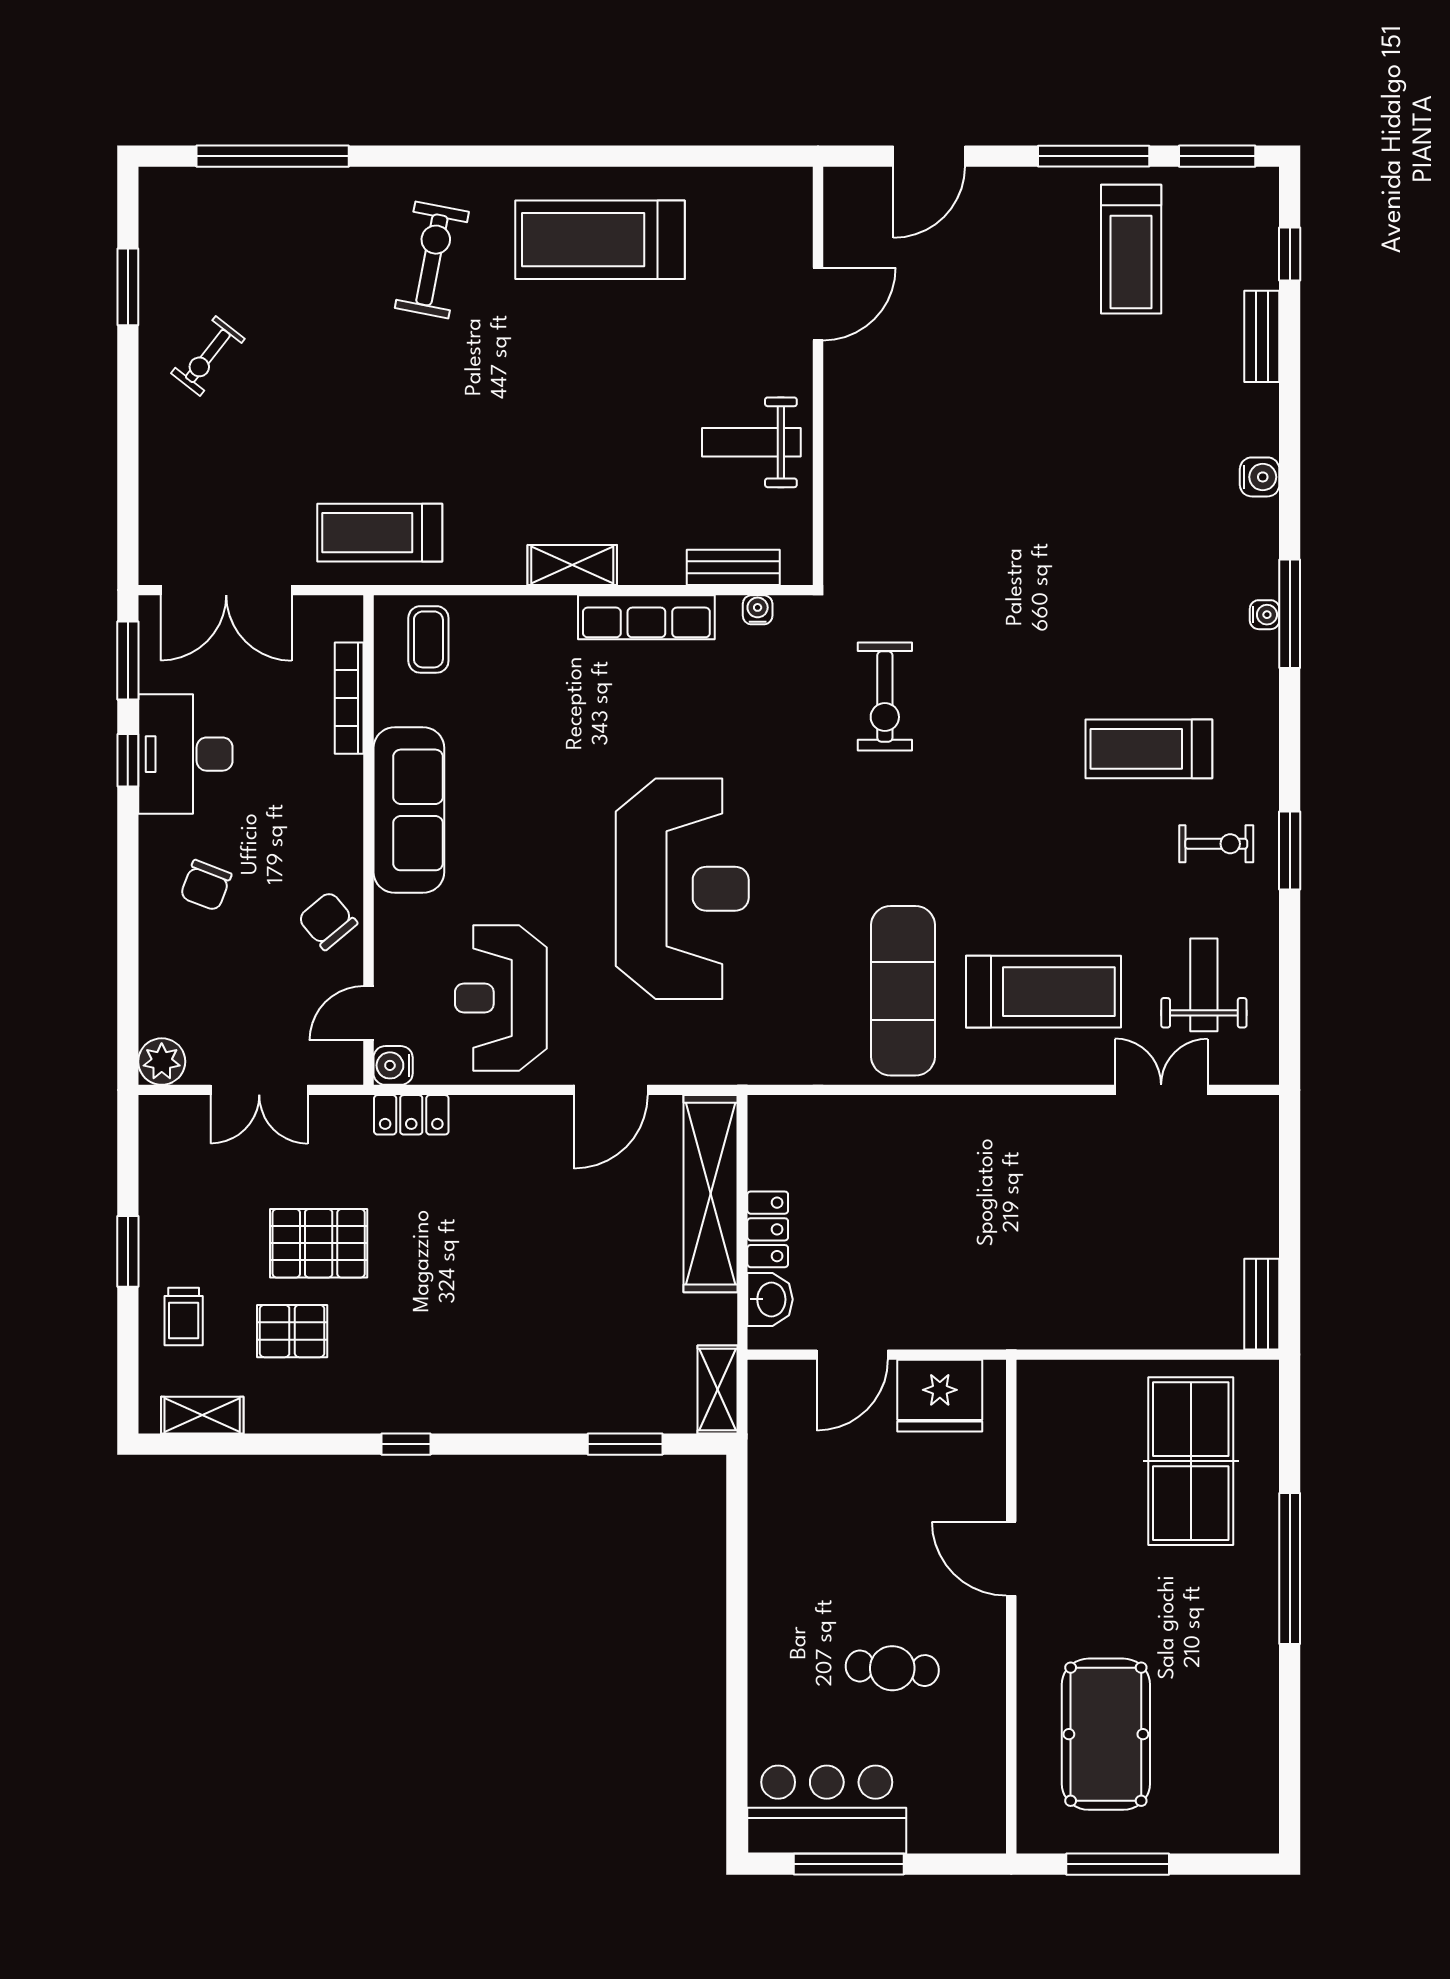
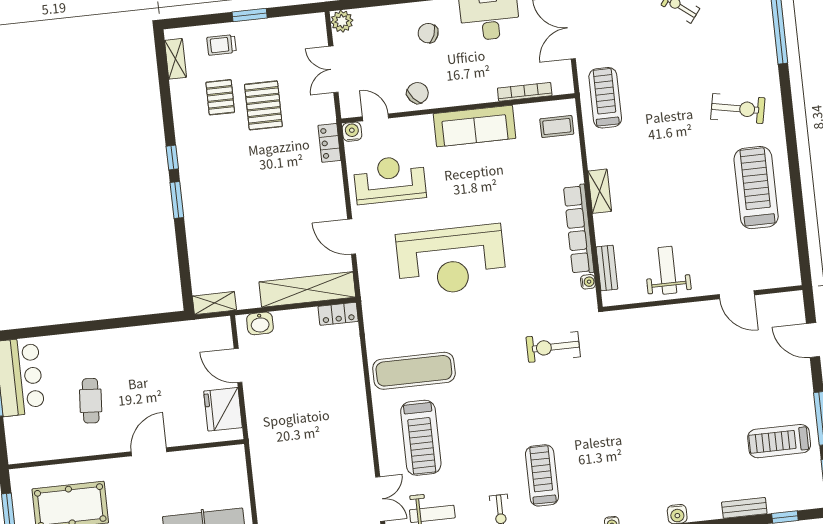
row of seats: (646, 617) -> (579, 229), width x1.36
locker: (768, 1229) -> (338, 314), moved
window: (625, 1444) -> (177, 200), moved

